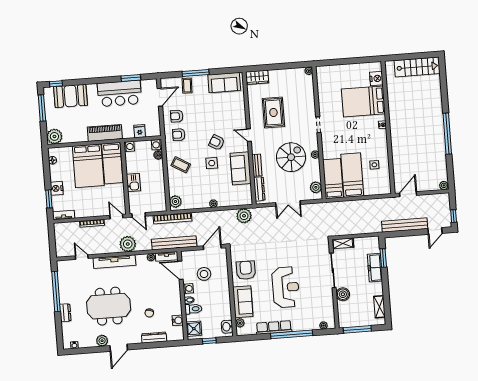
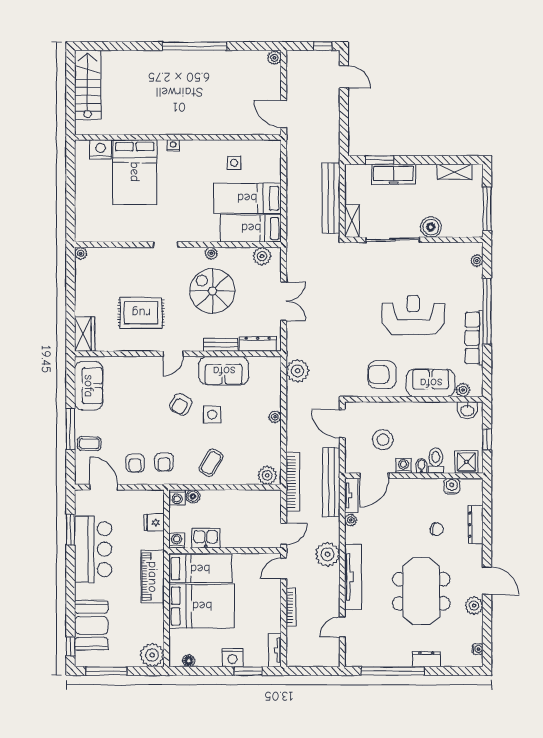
kitchen sink: (133, 182) -> (206, 538), moved
bench: (405, 225) -> (331, 198), moved

